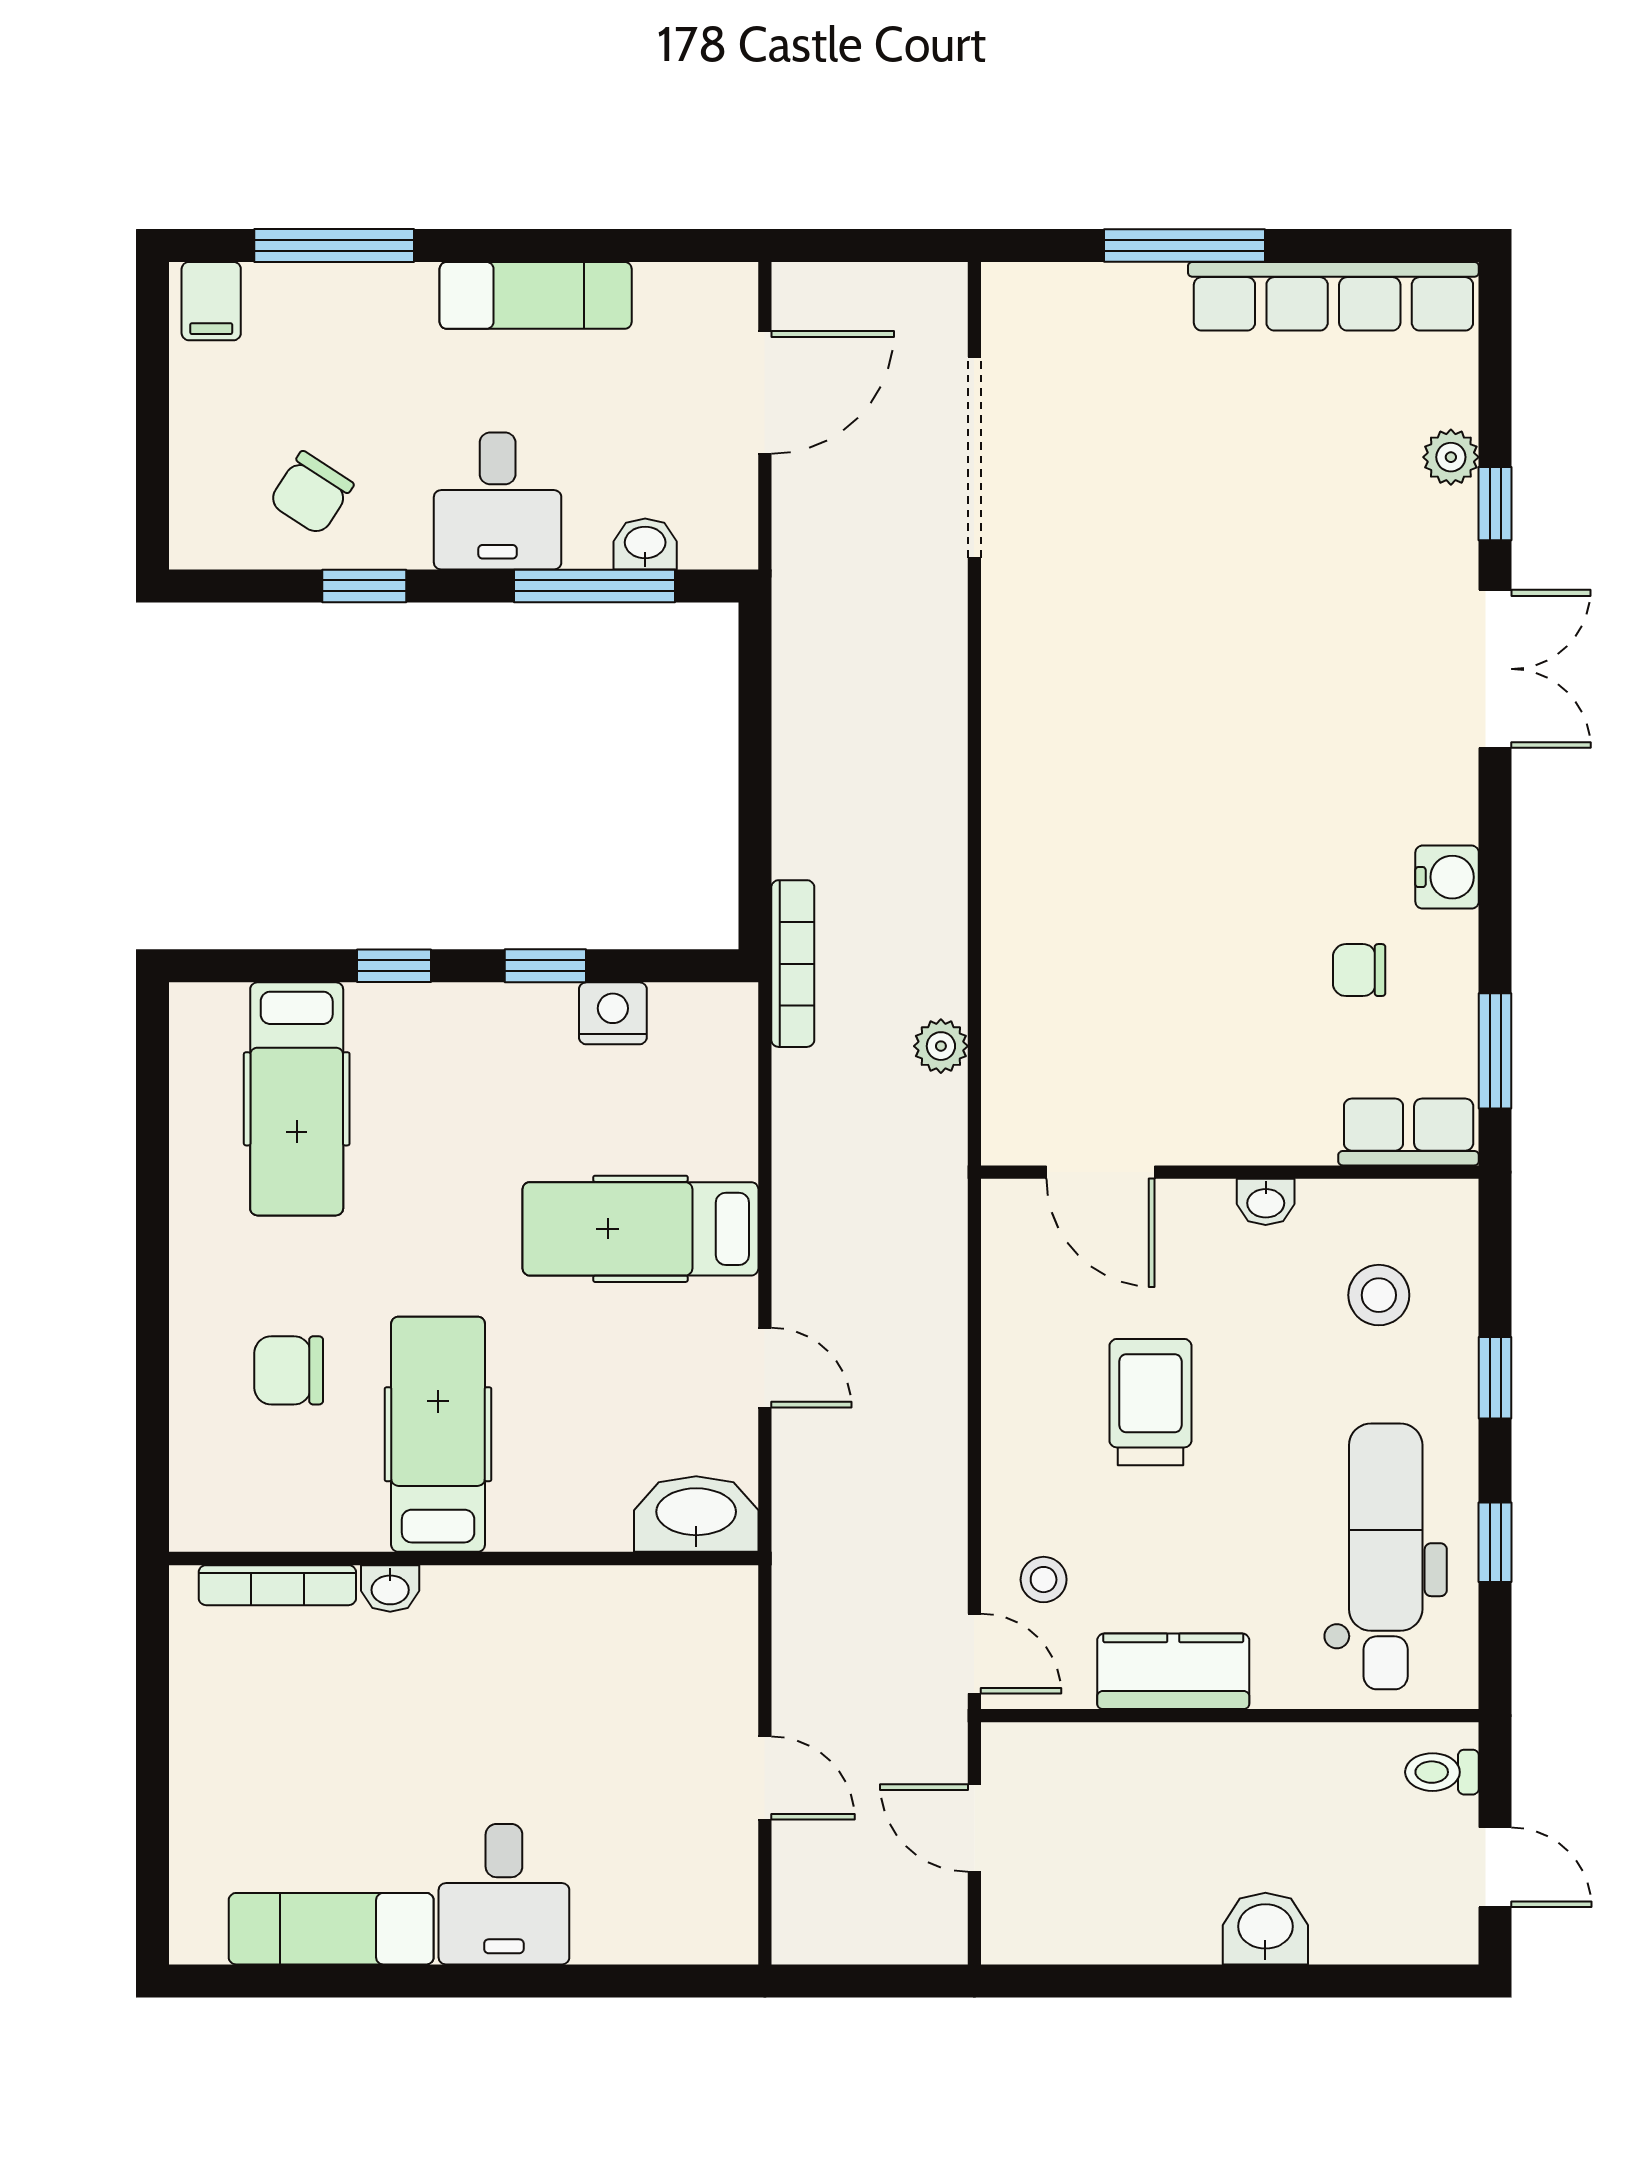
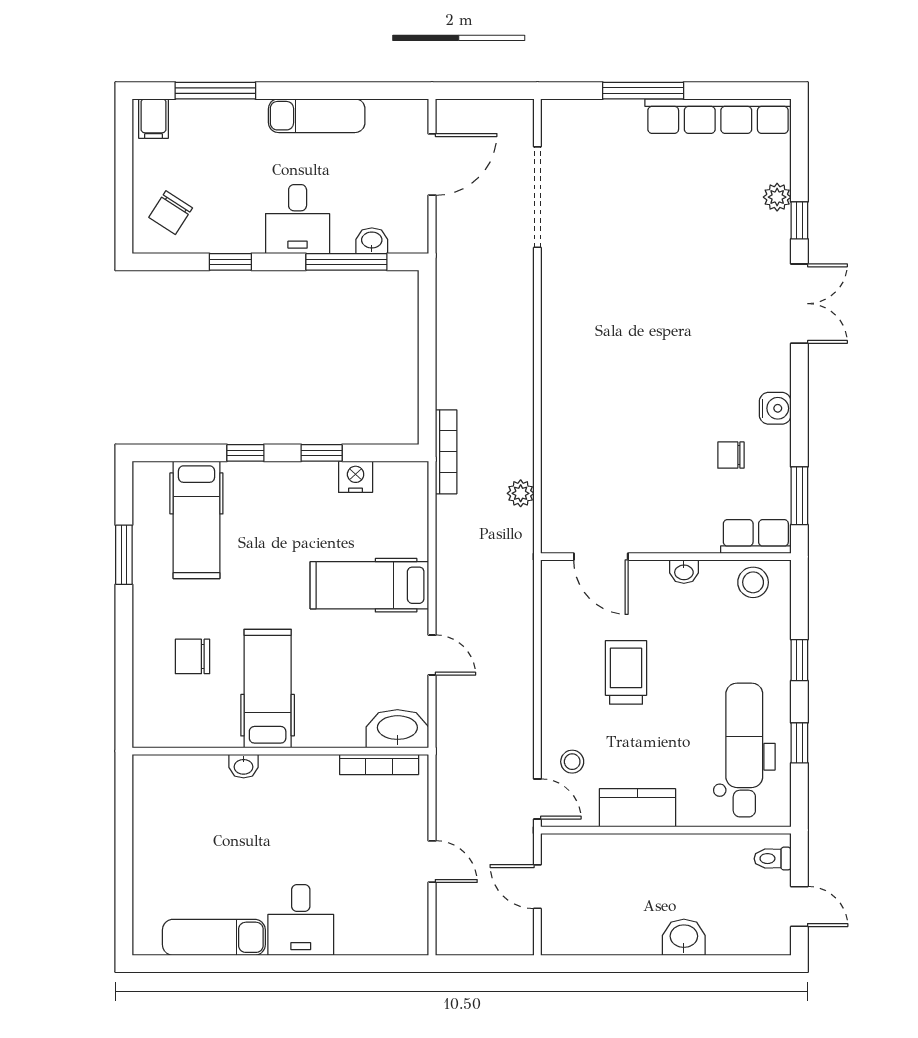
chair: (311, 493) -> (171, 213), moved
window: (152, 1168) -> (124, 555), added
stool: (1379, 1295) -> (753, 582), moved
bookcase: (277, 1585) -> (379, 764), moved

